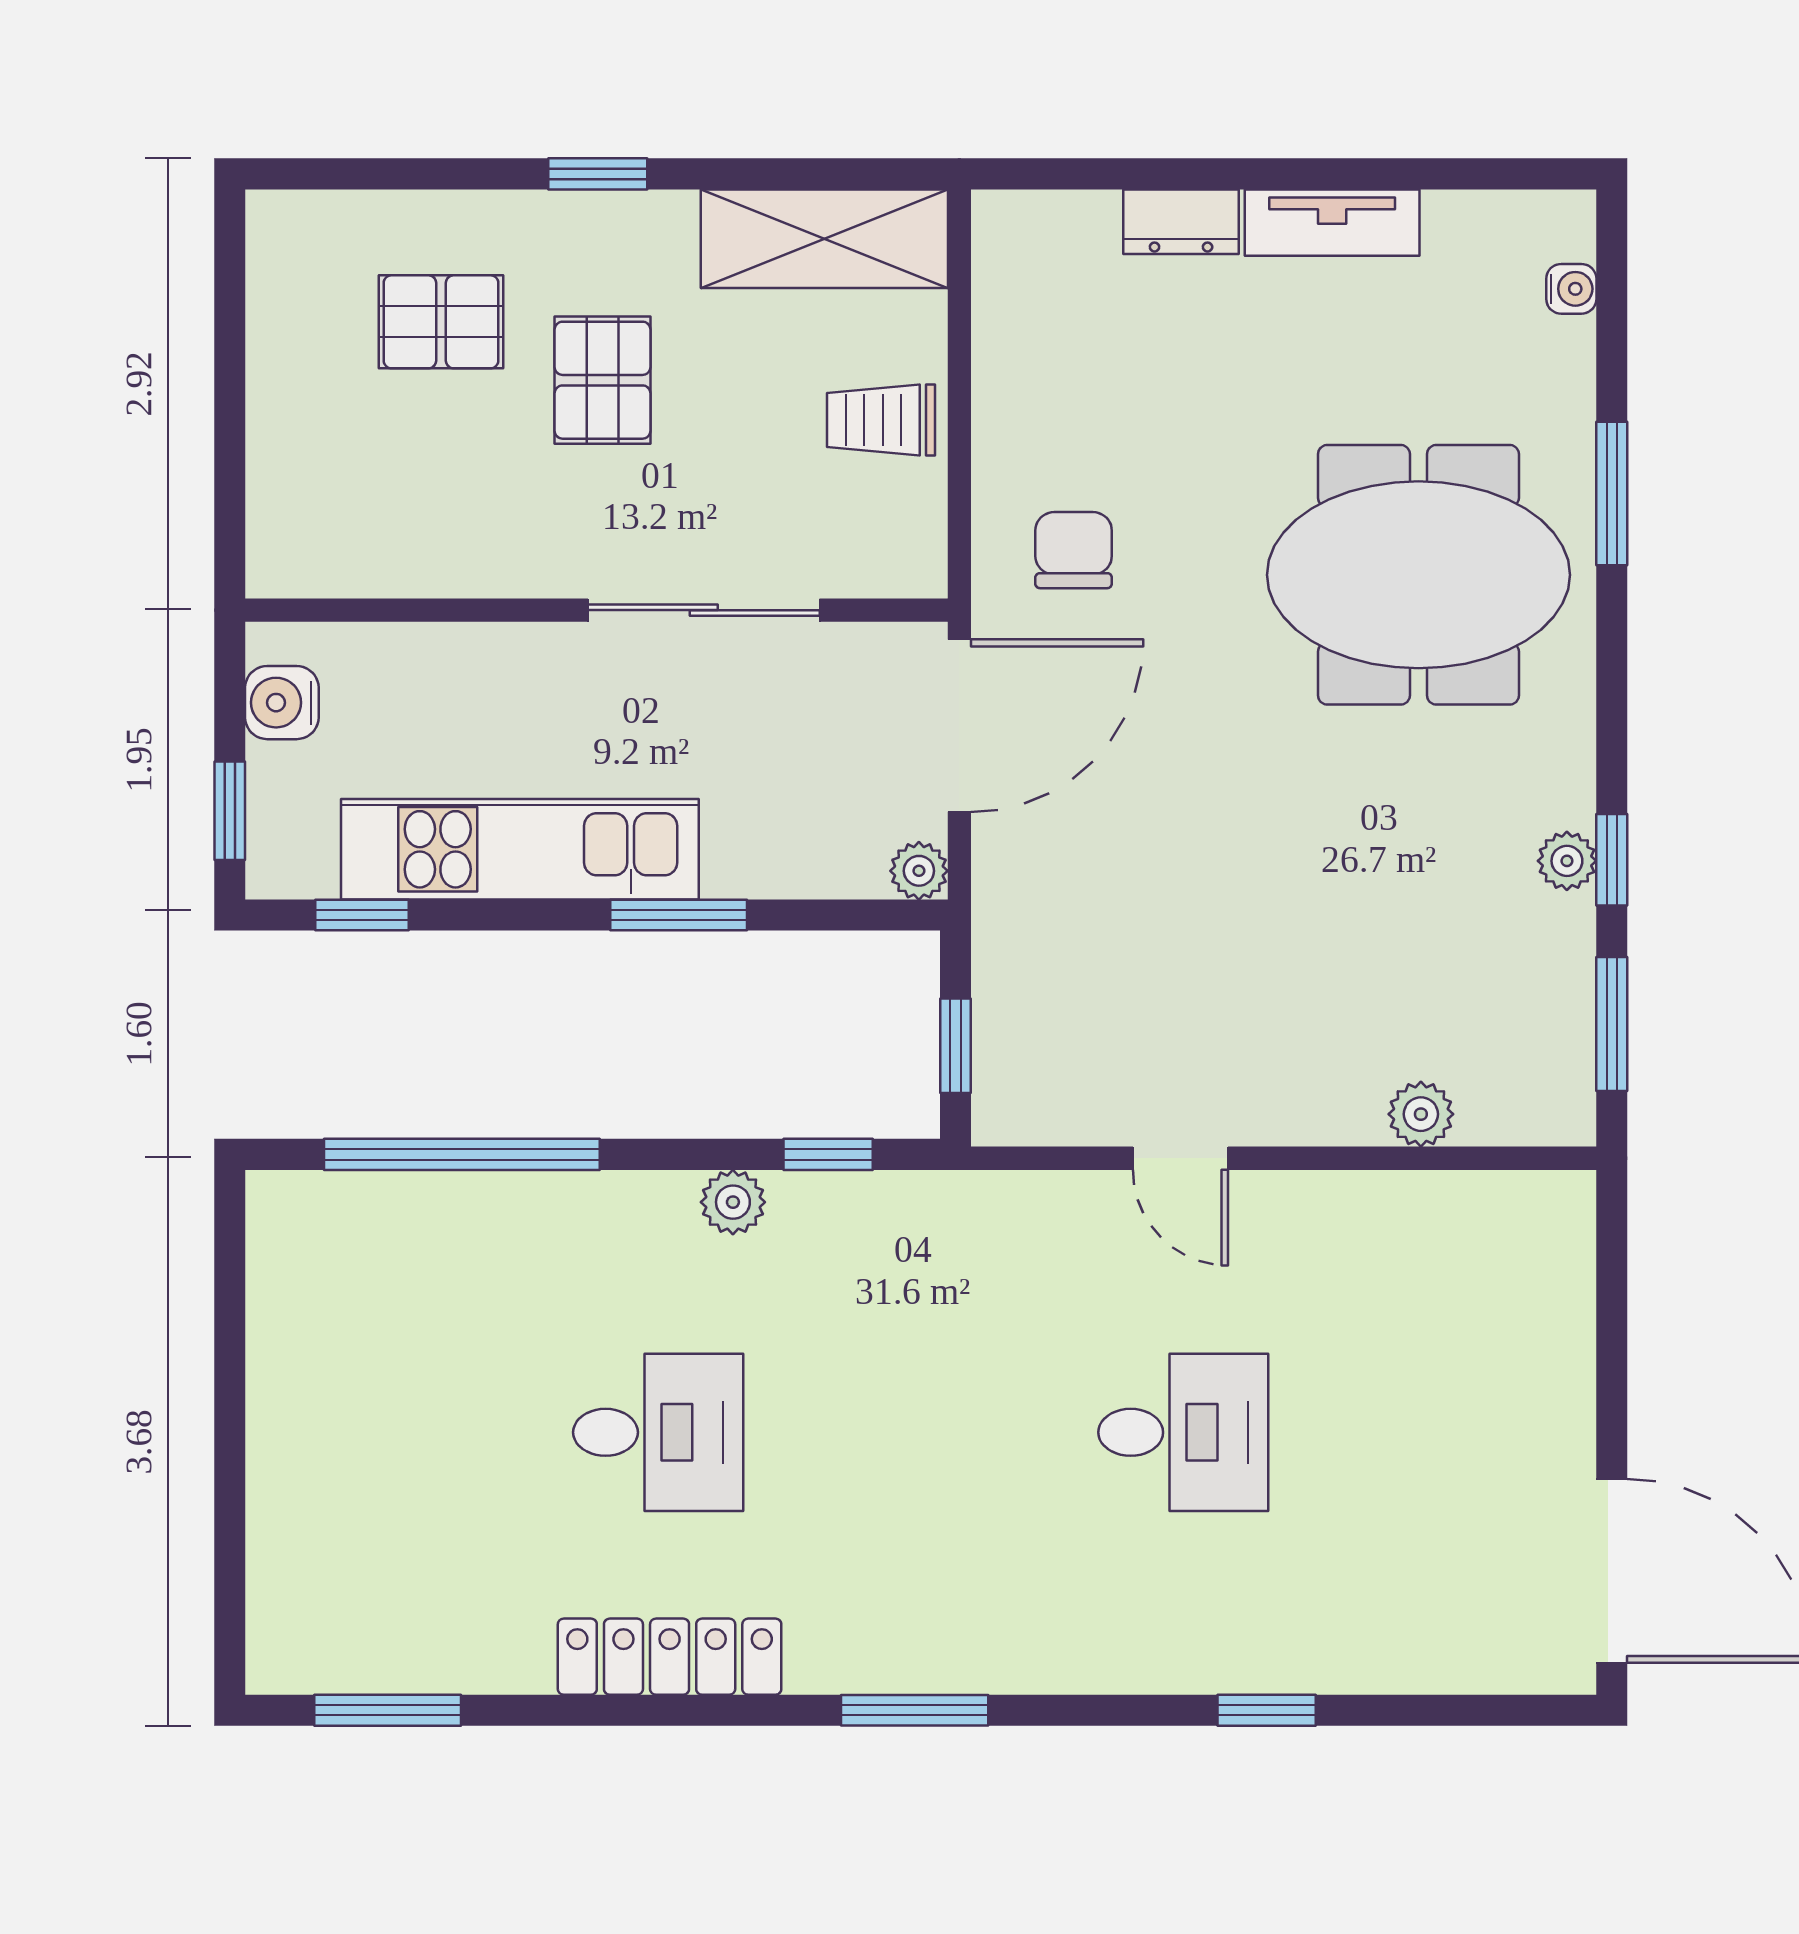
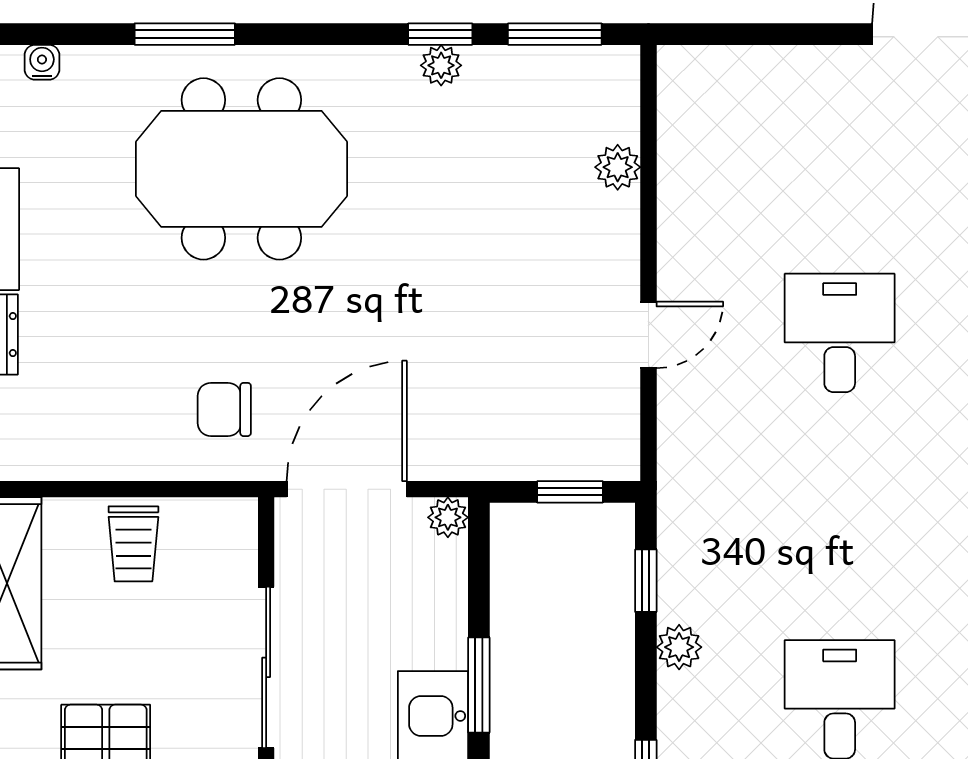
meeting table: (1418, 575) -> (241, 169), turned 90
door: (959, 726) -> (347, 489), hinge flipped

